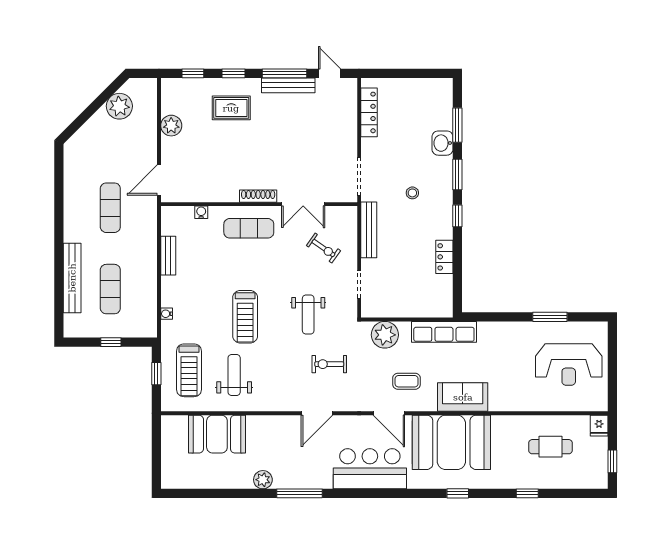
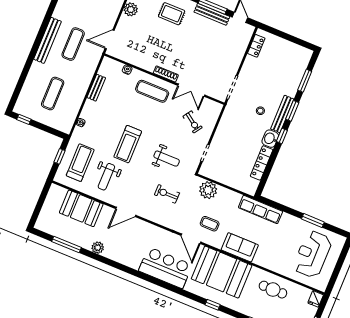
locker: (369, 112) -> (256, 46), width x0.66
washbasin: (442, 143) -> (270, 139), moved
bench: (369, 230) -> (282, 114), moved
locker: (444, 257) -> (262, 163), width x1.53
bench: (72, 278) -> (47, 40), moved
weight bench: (308, 315) -> (167, 159), turned -90
row of seats: (444, 332) -> (260, 209), moved
window: (111, 342) -> (24, 119), moved
reception desk: (569, 365) -> (312, 254), turned 90
treadmill: (189, 370) -> (80, 163), turned 180
weight bench: (234, 375) -> (106, 177), turned 180
door: (317, 413) -> (126, 212), moved
cafe table: (550, 447) -> (273, 290), moved
window: (299, 493) -> (66, 245), moved

